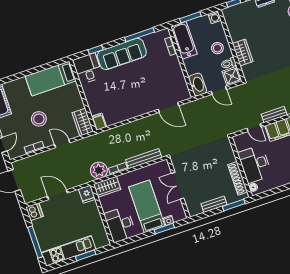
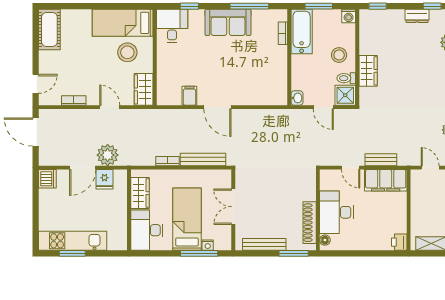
sofa: (122, 54) -> (228, 22), width x0.73
washbasin: (198, 85) -> (297, 98), width x0.52, depth x0.69
door: (168, 107) -> (217, 107), moved
stool: (39, 119) -> (127, 52), moved
filing cabinet: (99, 122) -> (189, 96), moved
plant: (99, 170) -> (108, 155), moved
wardrobe: (107, 187) -> (140, 193), moved, turned -90
fridge: (87, 194) -> (104, 179), moved
door: (58, 195) -> (83, 168), swing flipped
bench: (214, 204) -> (264, 244), width x1.36
window: (164, 229) -> (199, 253), width x1.44
window: (35, 242) -> (36, 216), removed
window: (86, 255) -> (72, 253), moved

